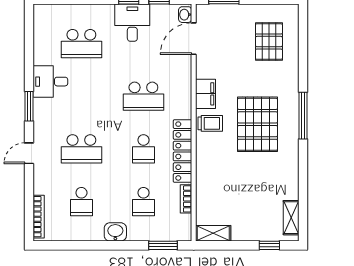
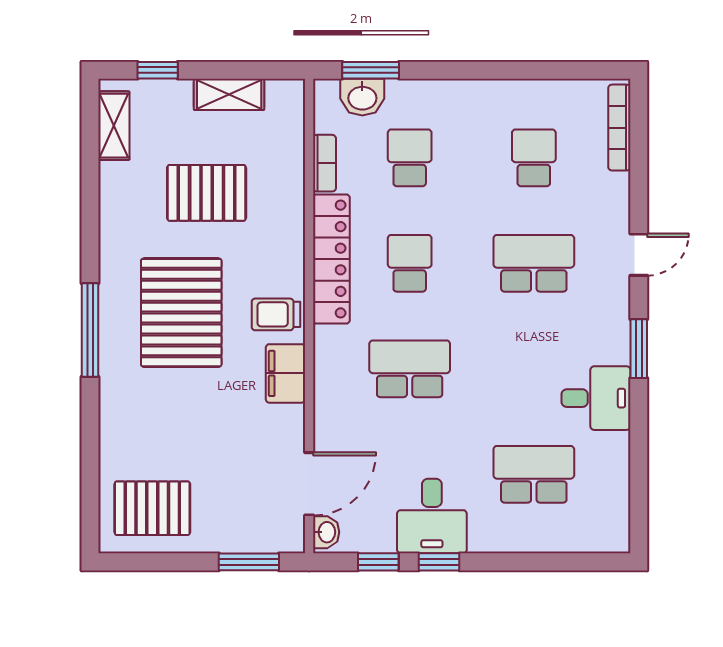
pallet: (269, 42) -> (152, 508), moved, turned 90
pallet: (245, 184) -> (207, 193), added
washbasin: (115, 232) -> (362, 97), moved
shelving: (213, 233) -> (229, 94), moved

